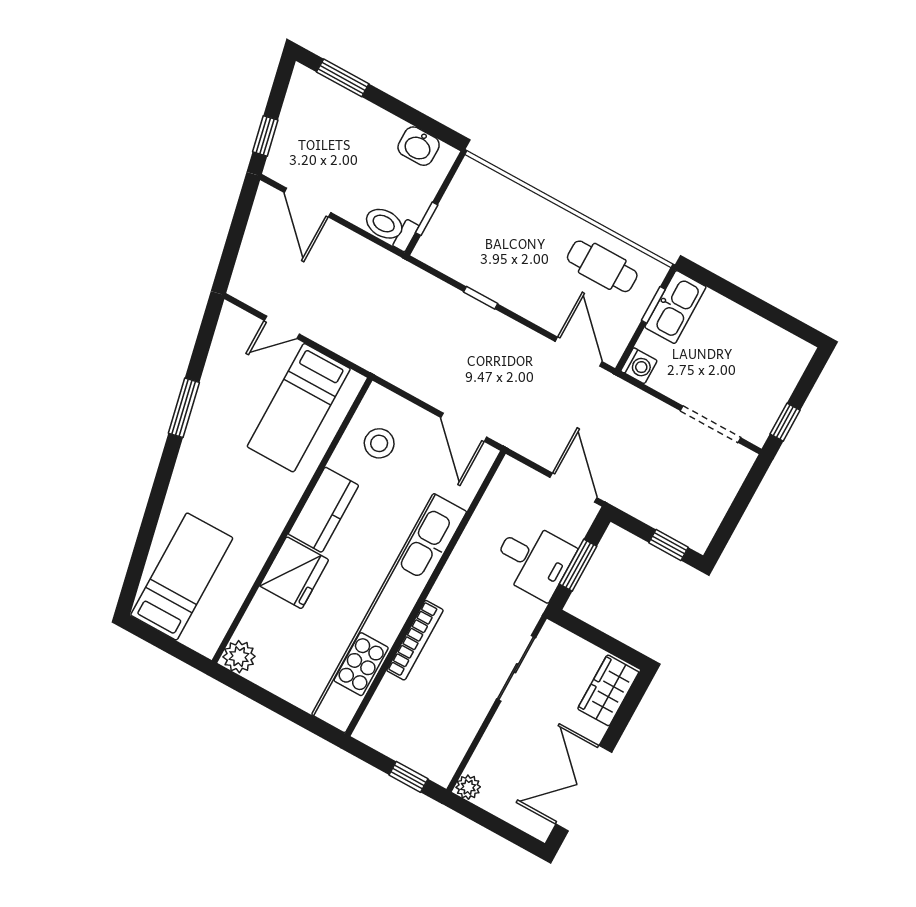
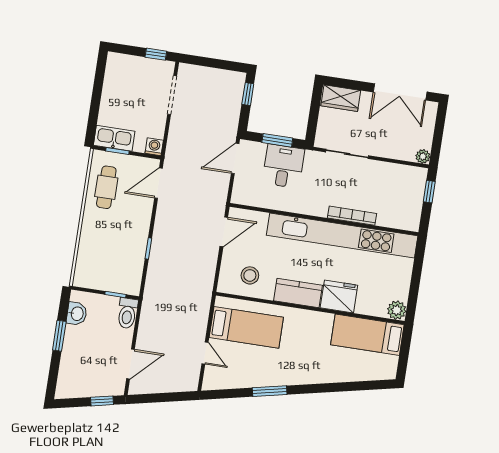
window: (343, 78) -> (59, 336), moved
bed: (182, 576) -> (367, 335), moved

